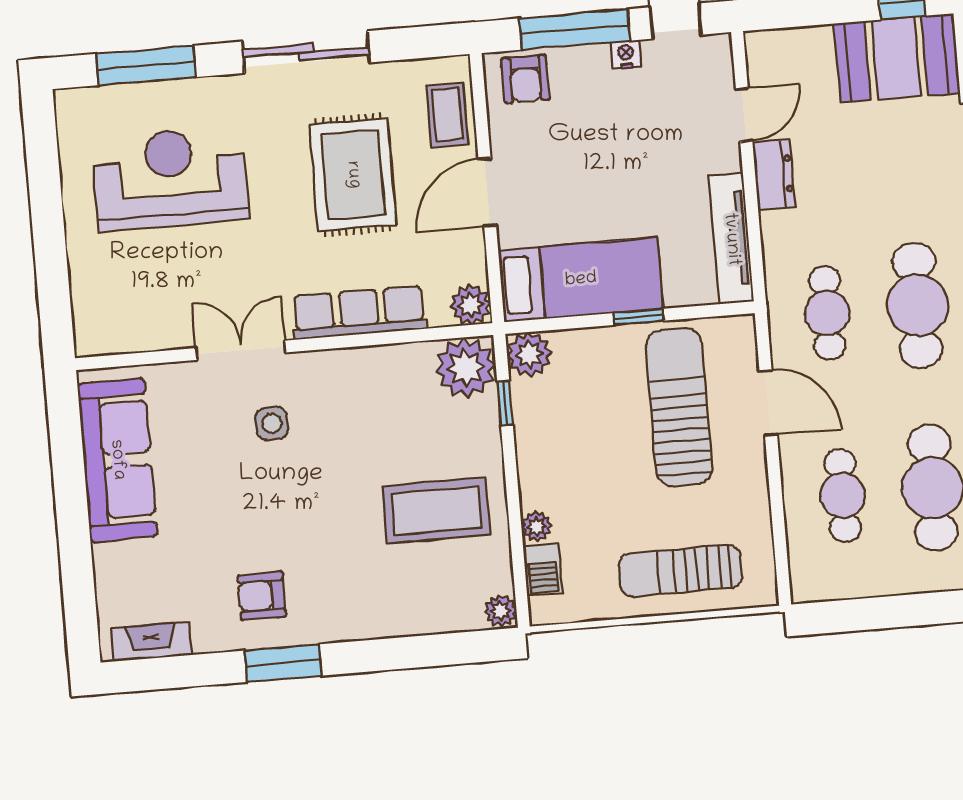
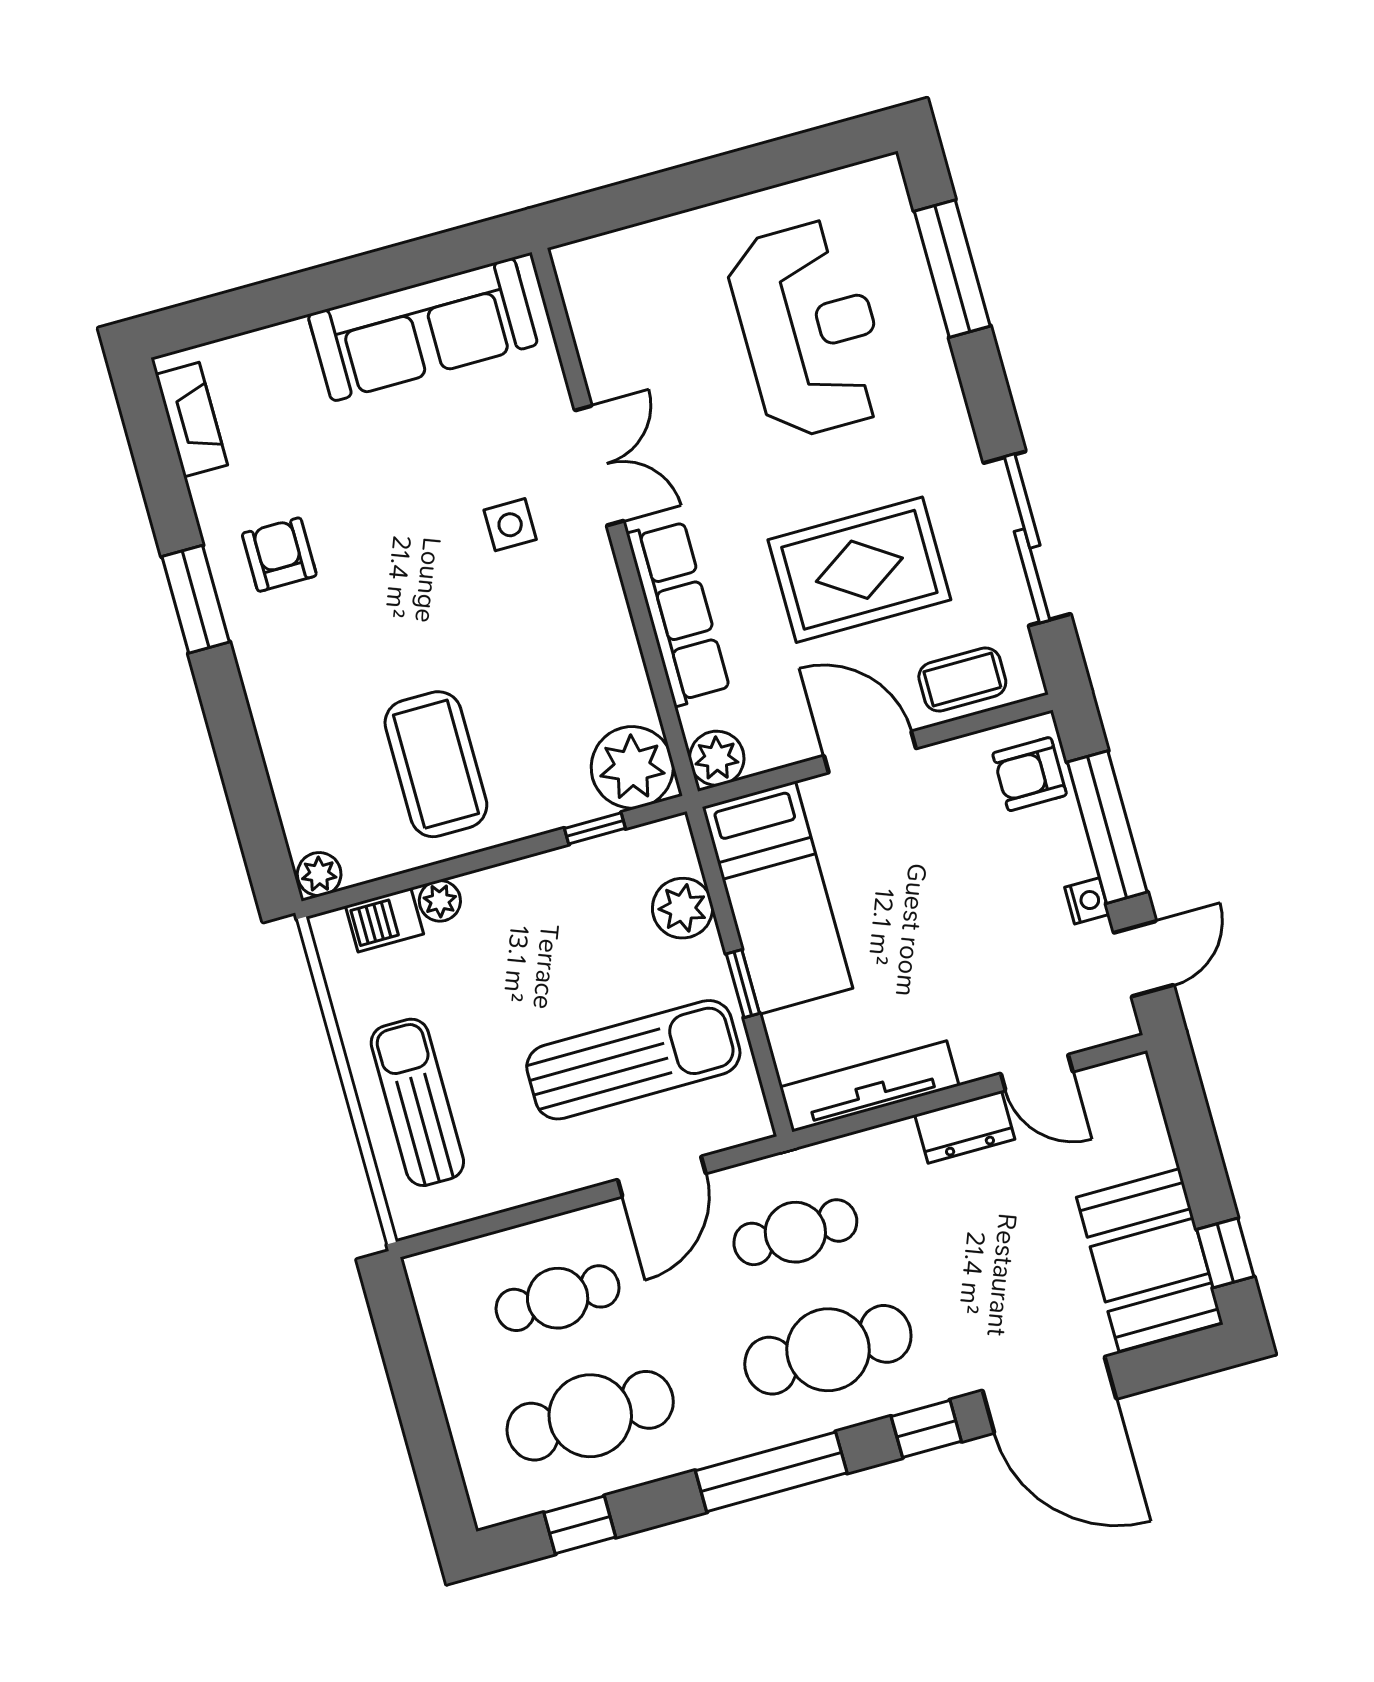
sliding door: (306, 52) -> (1027, 538), moved
plant: (529, 354) -> (683, 908), moved

